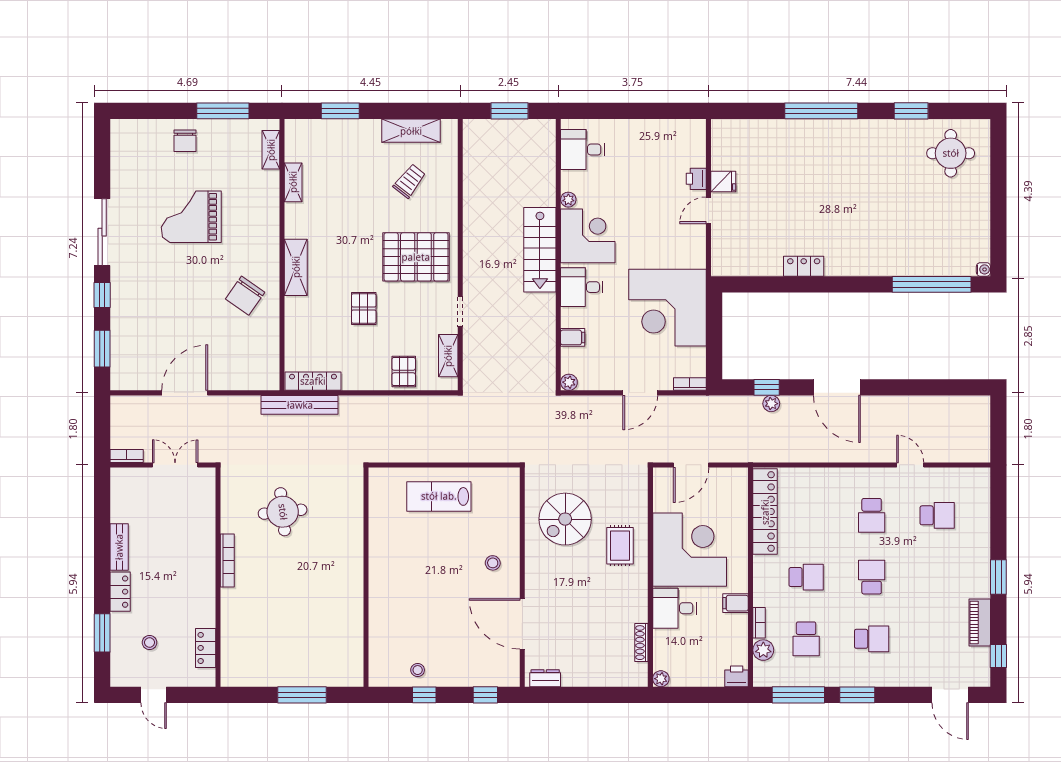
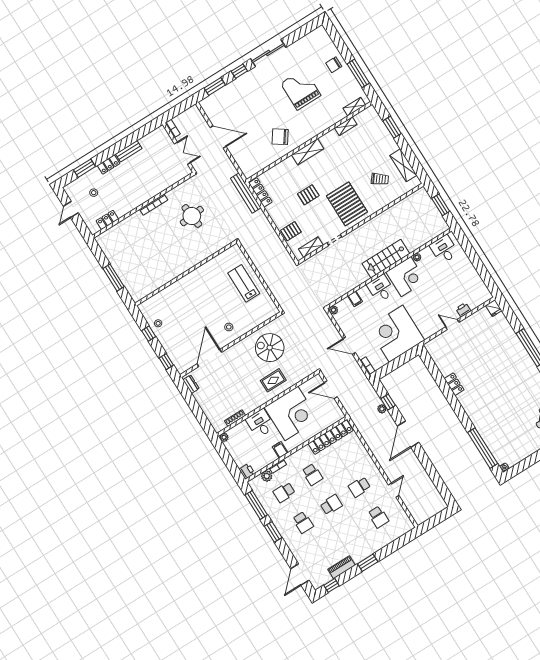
fridge: (723, 182) -> (494, 308), moved

